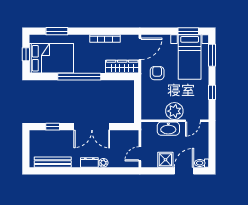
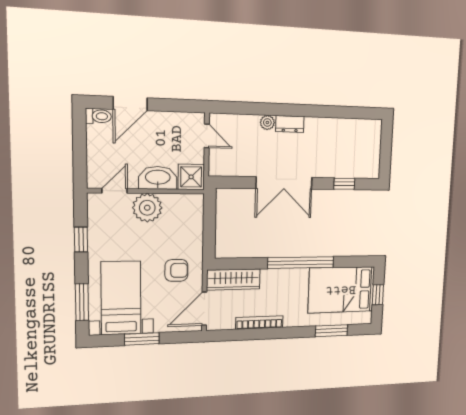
window: (188, 31) -> (142, 339), moved
armchair: (157, 73) -> (176, 270), turned -90
double door: (92, 127) -> (284, 183), swing flipped
door: (140, 154) -> (207, 136), hinge flipped
shower: (165, 160) -> (191, 177), moved
bench: (53, 162) -> (347, 126), removed

